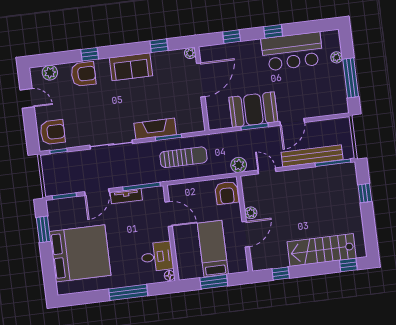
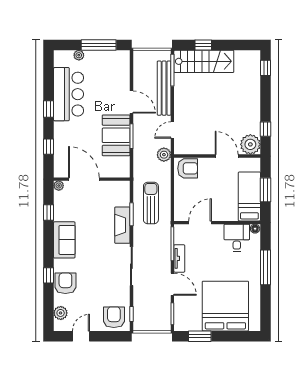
plant: (251, 213) -> (250, 144), moved, width x1.88, depth x1.88
bed: (213, 249) -> (249, 196), moved, turned 90
stairs: (322, 250) -> (204, 61), moved, turned -90

